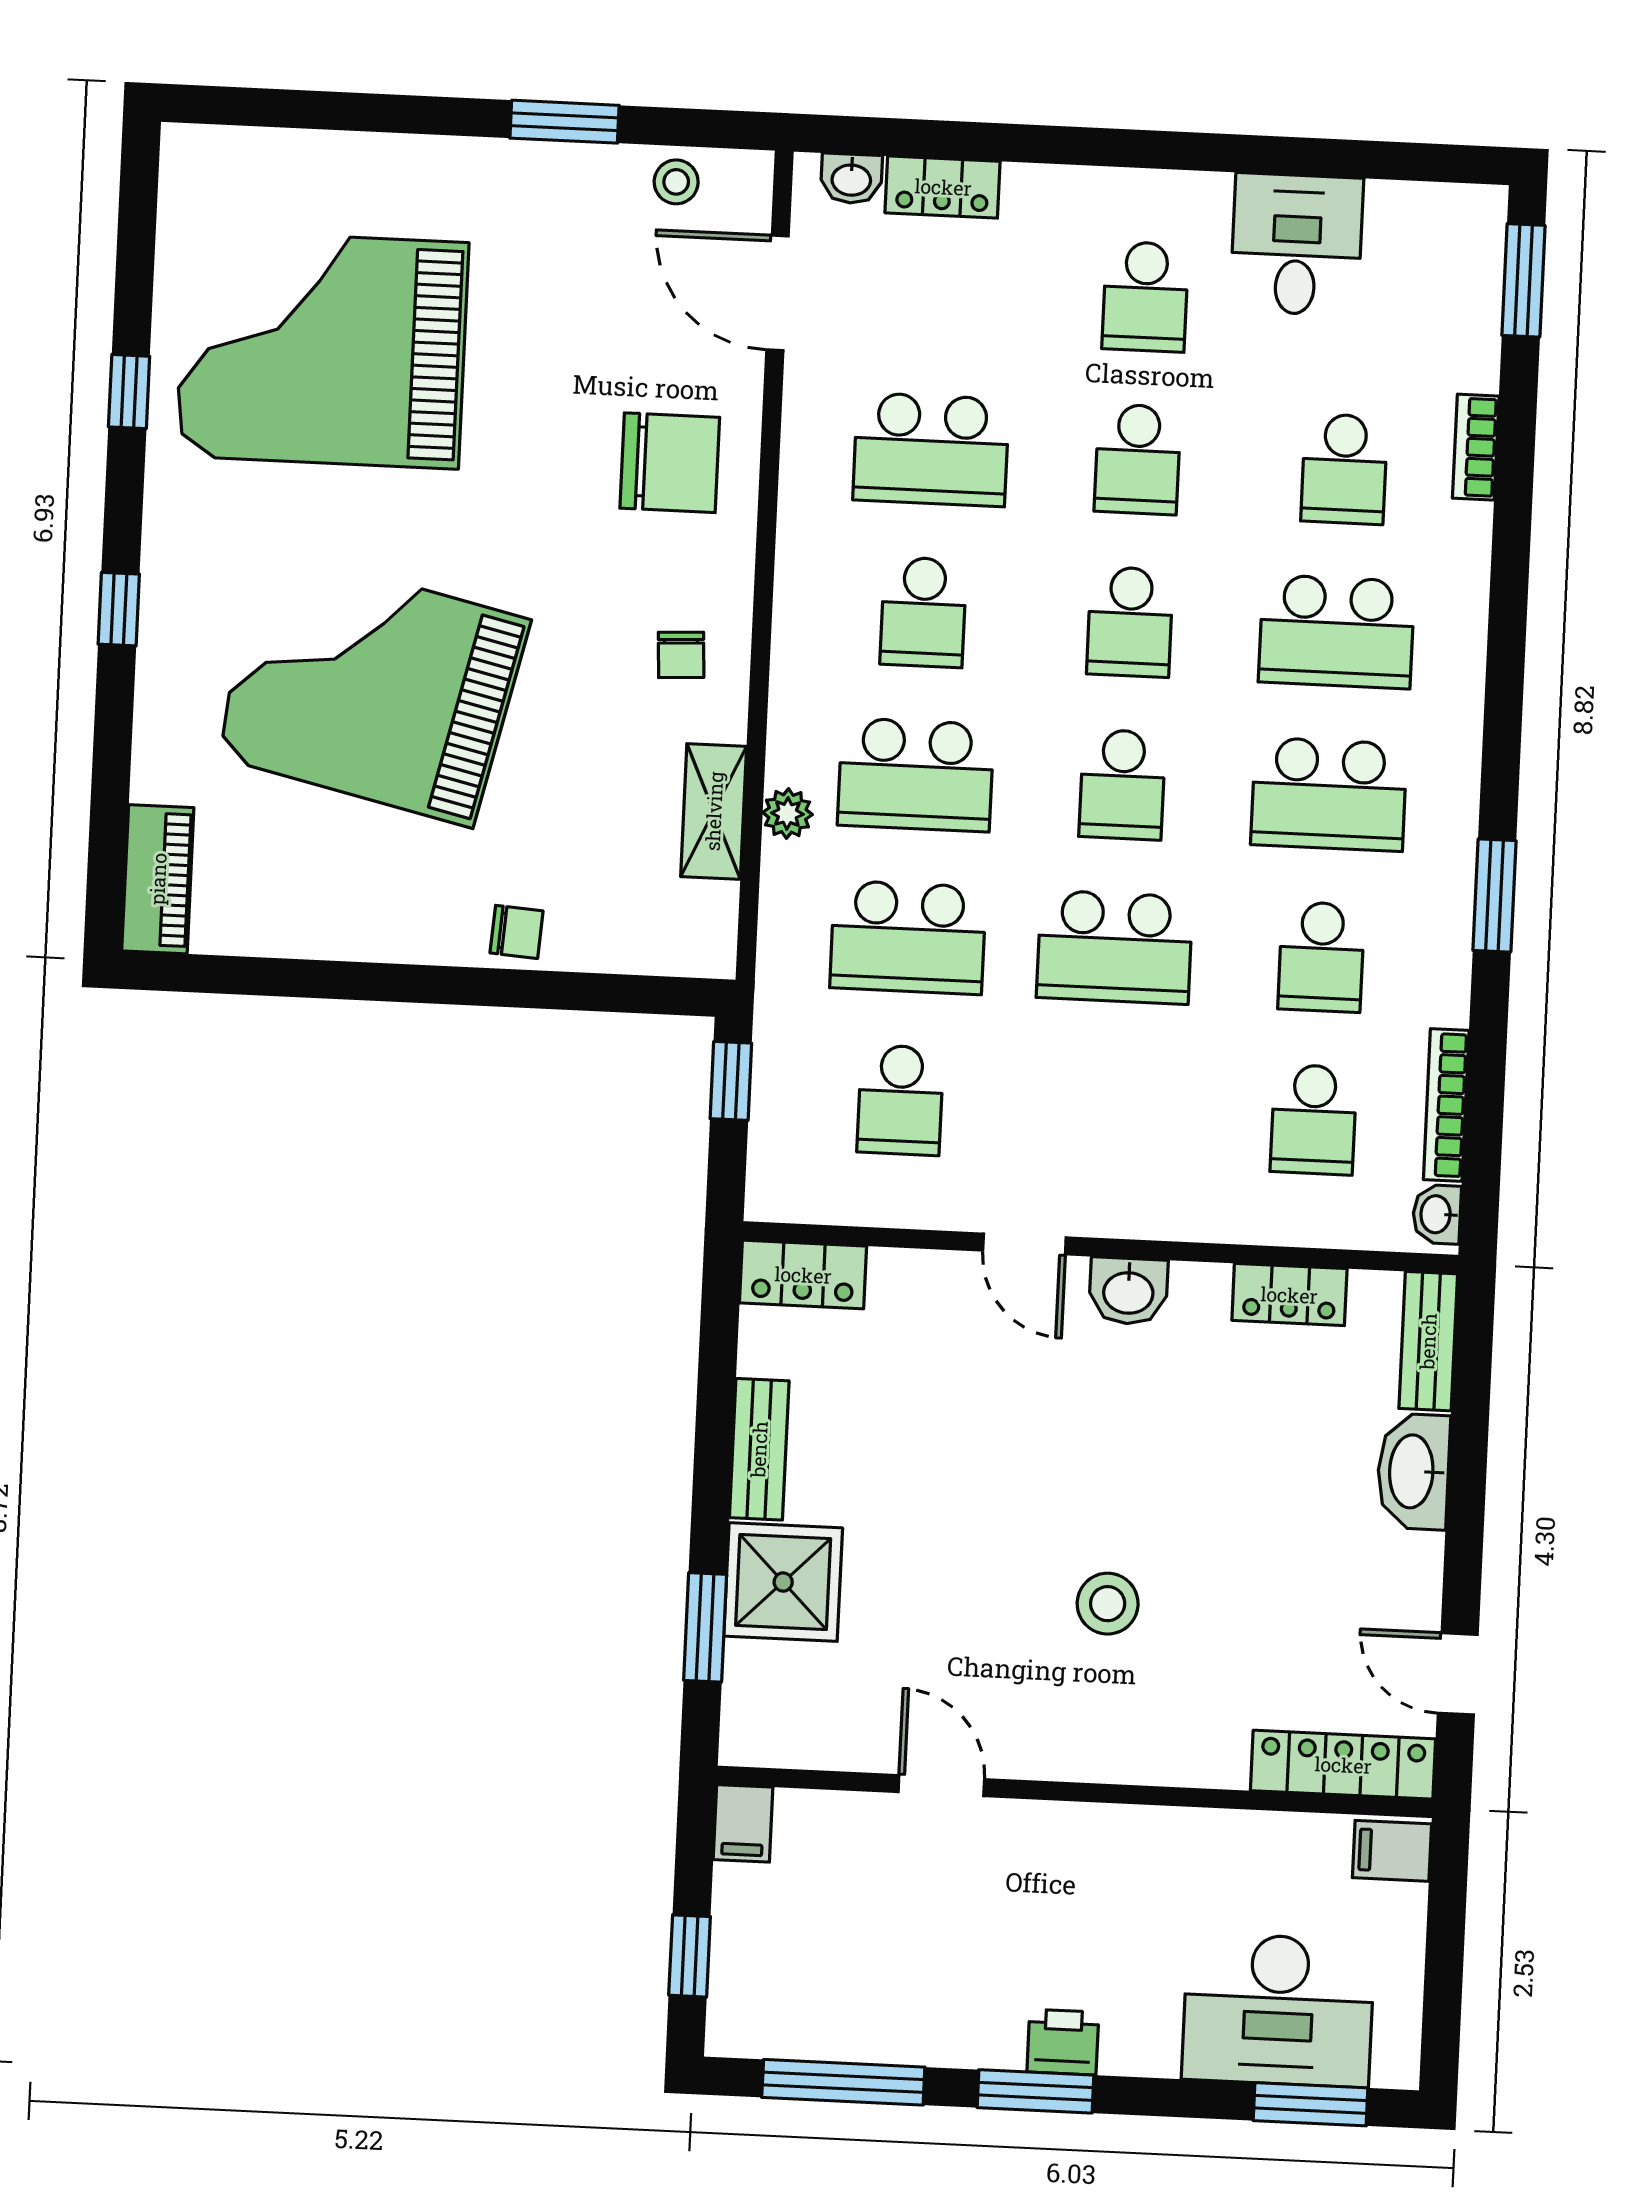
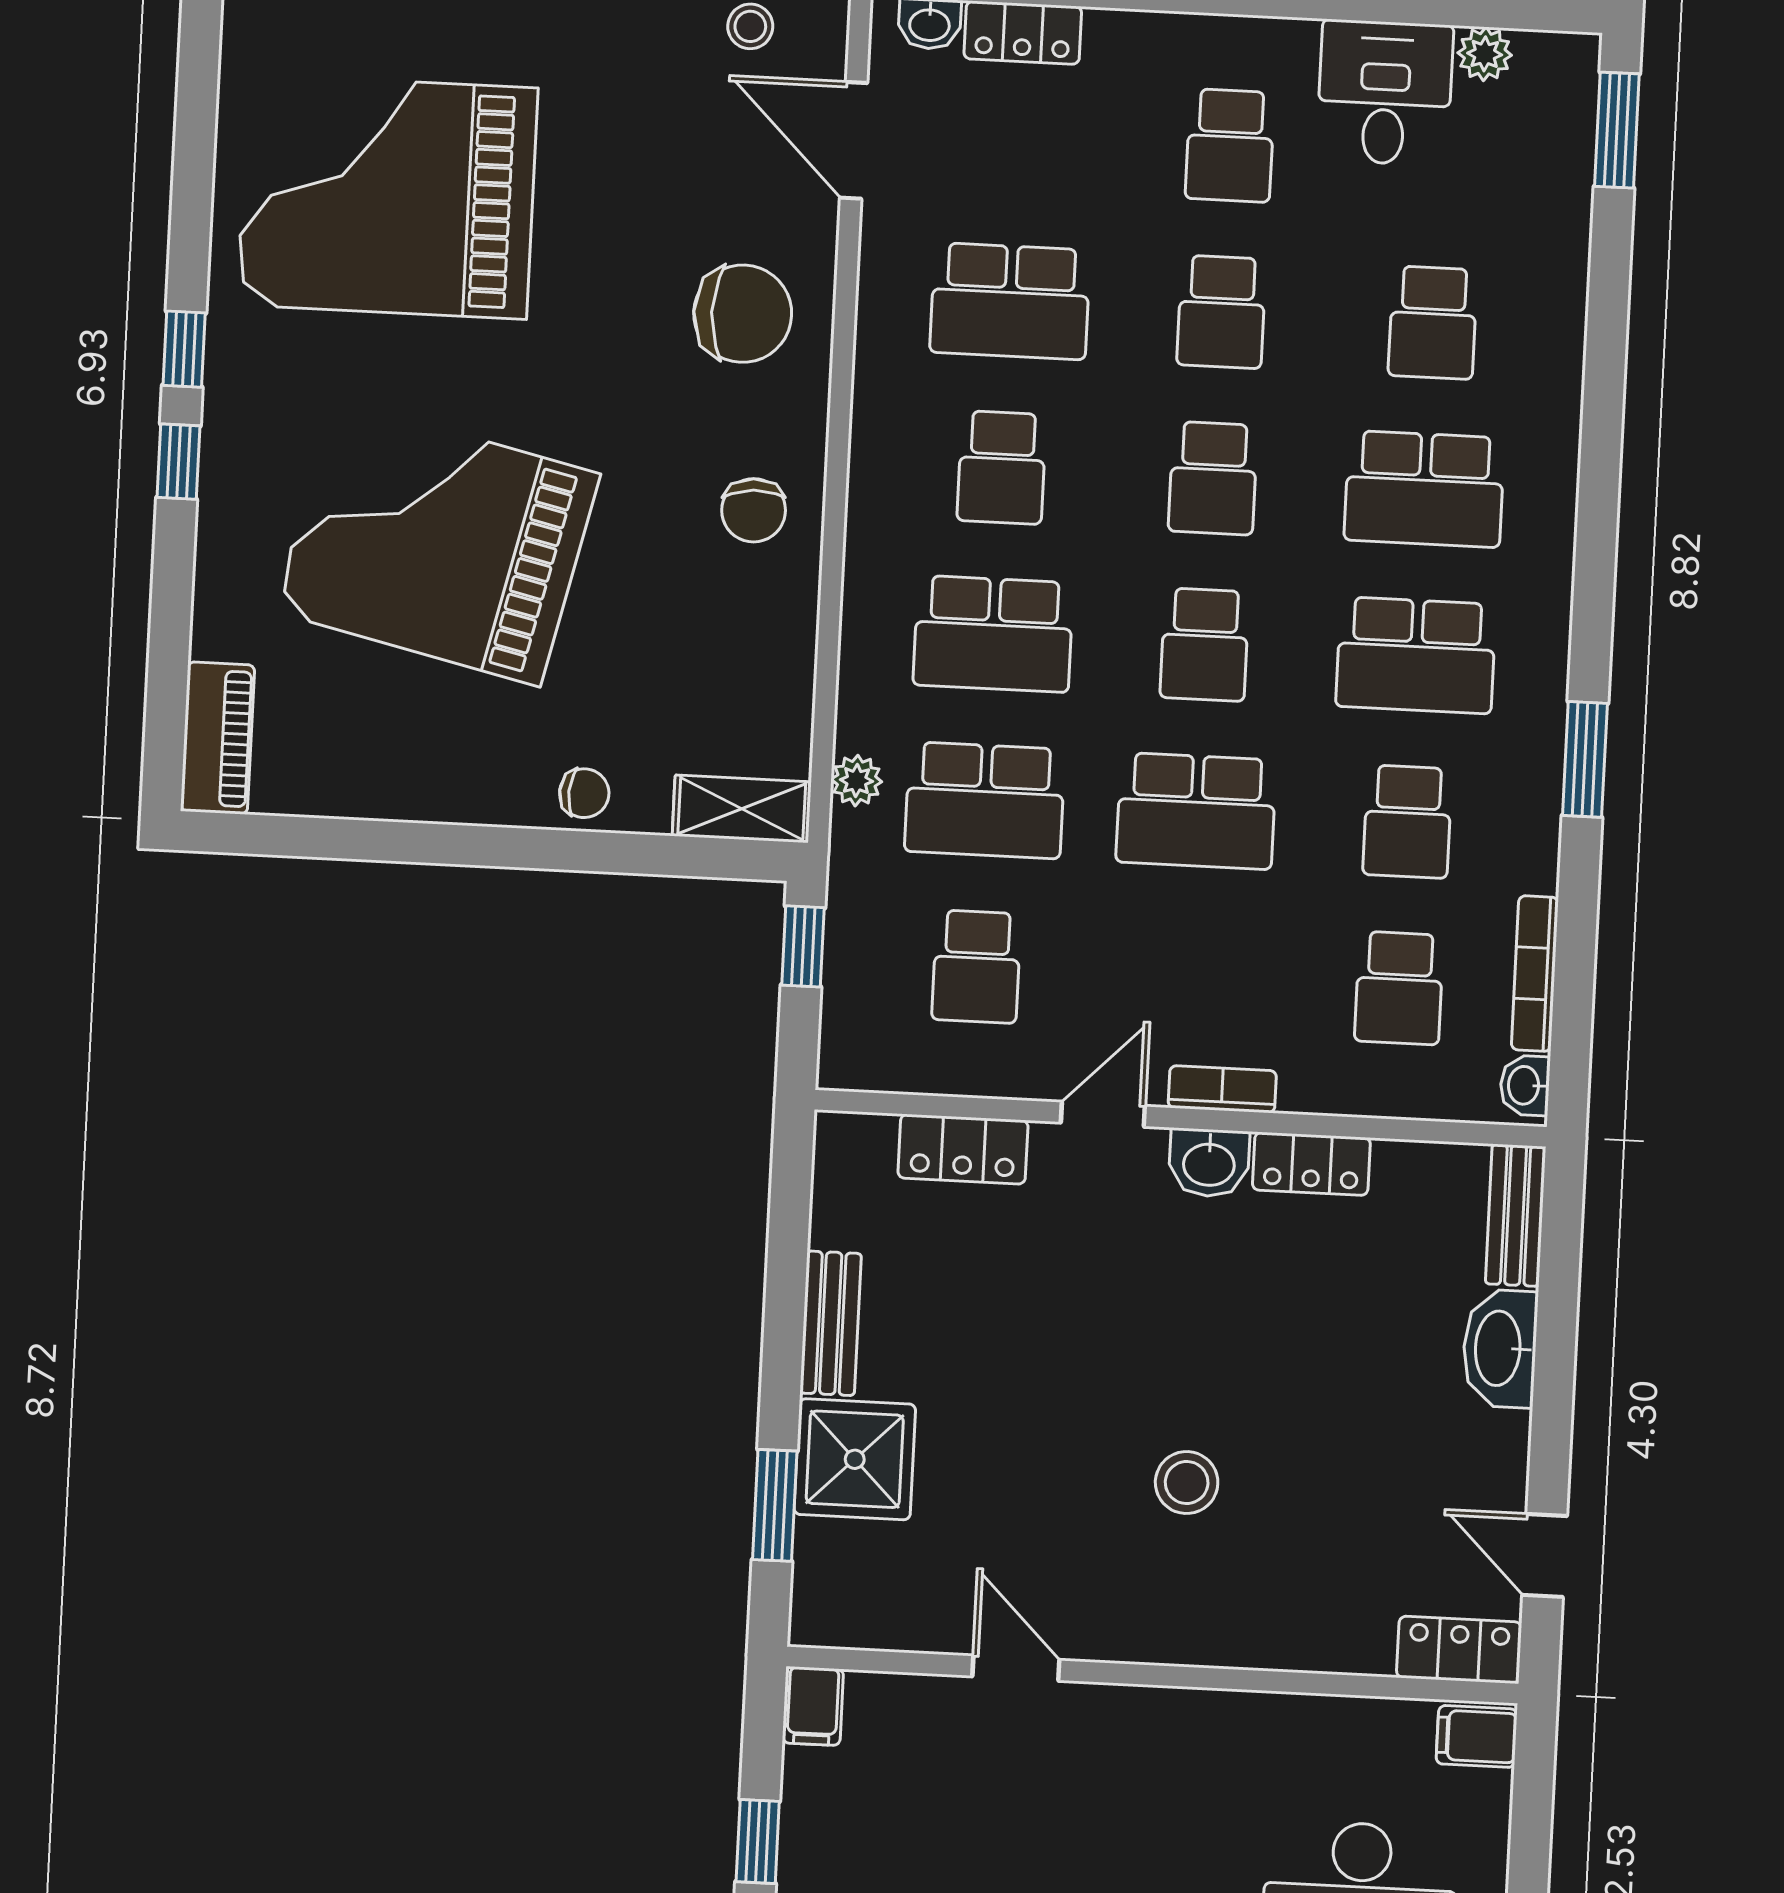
plant: (1394, 206) -> (1485, 54), added
window: (129, 392) -> (184, 349), moved
bookcase: (1476, 447) -> (1222, 1089), moved, turned 90
chair: (681, 655) -> (754, 510), width x1.37, depth x1.37
shelving: (714, 811) -> (742, 809), moved, turned 90
plant: (787, 814) -> (856, 781), moved
door: (1024, 1244) -> (1103, 1114), swing flipped
locker: (803, 1275) -> (963, 1149), moved
locker: (1289, 1295) -> (1311, 1164), moved
locker: (1343, 1765) -> (1459, 1650), width x0.66

